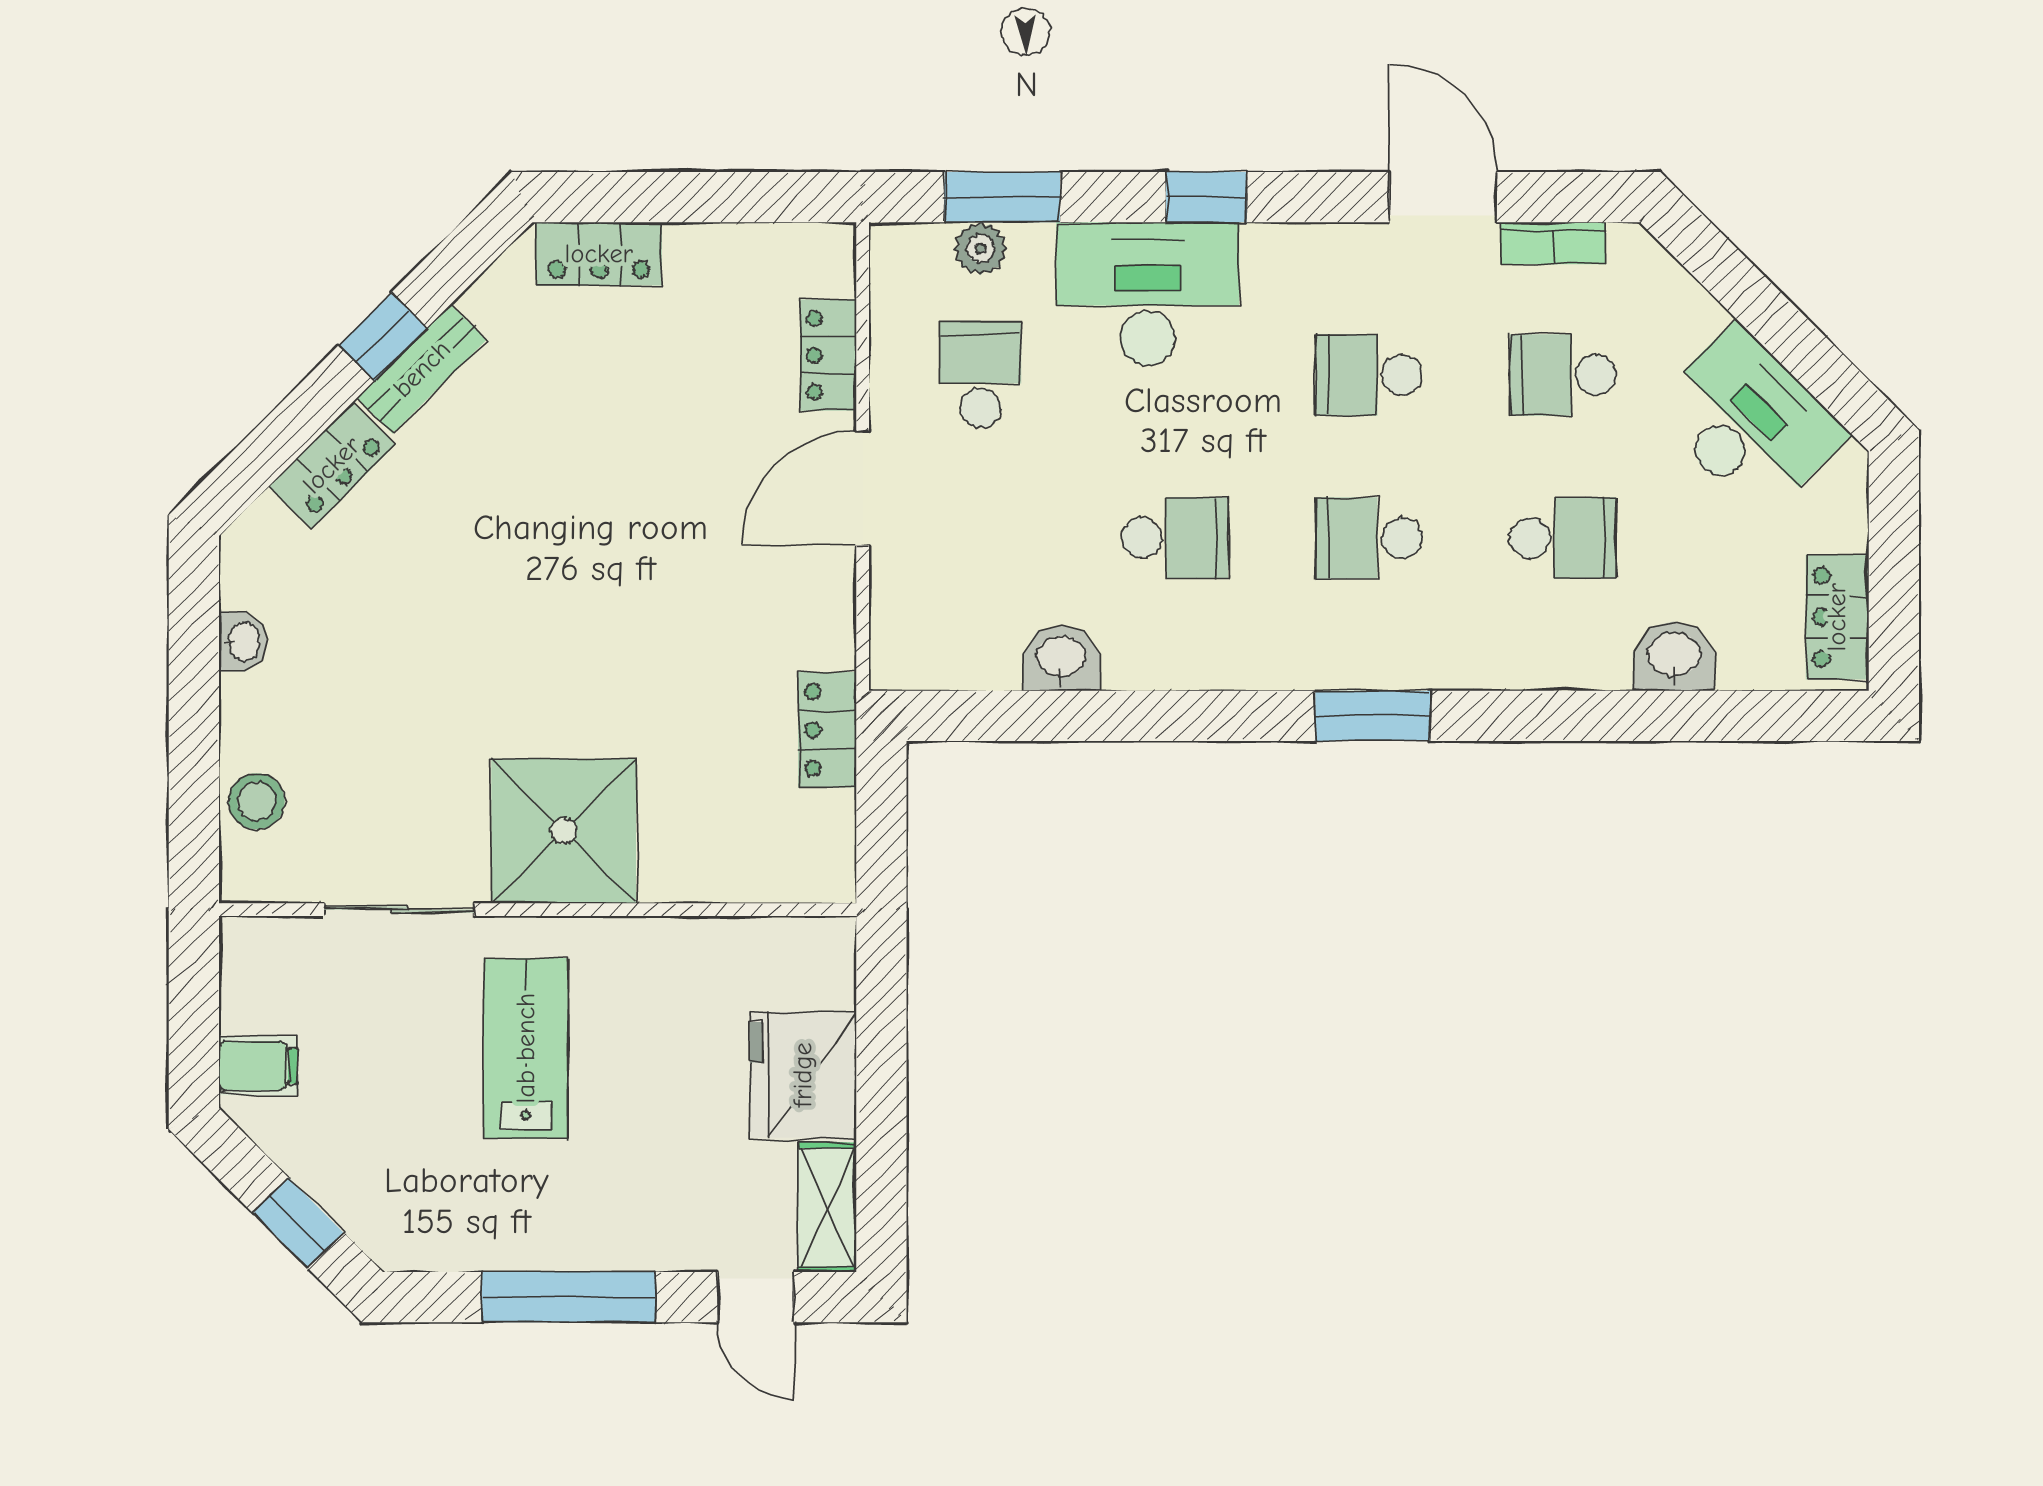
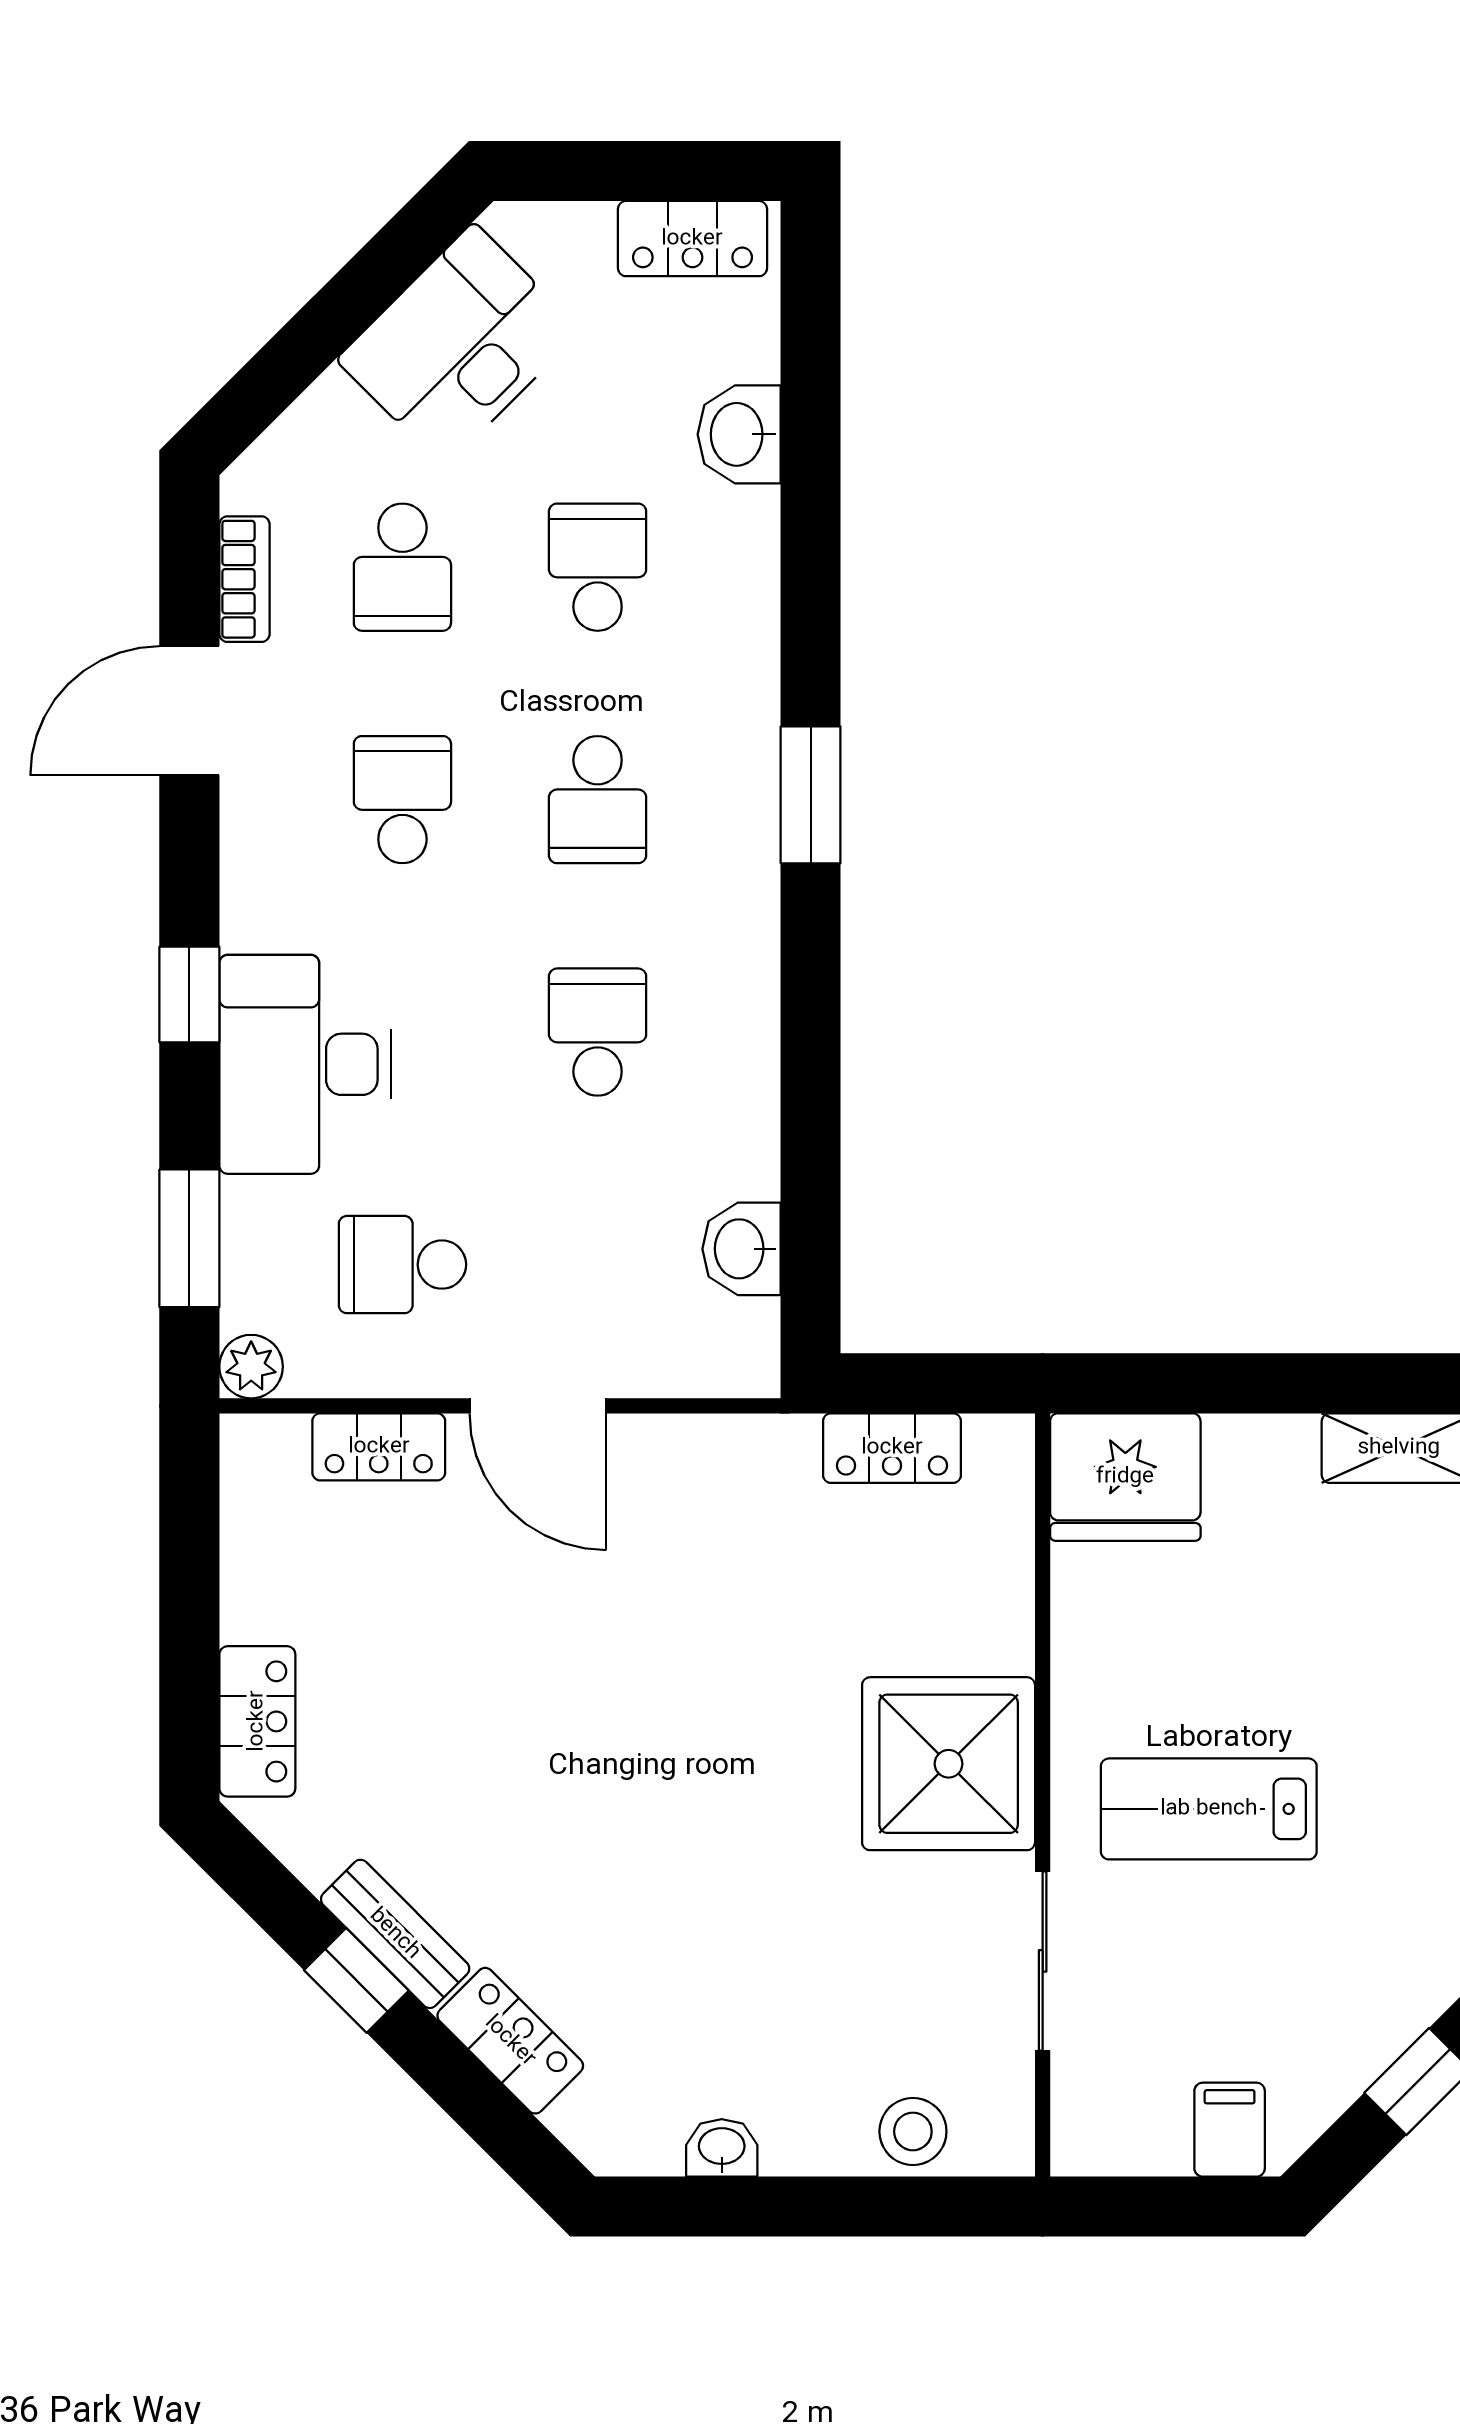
plant: (980, 249) -> (251, 1367), moved
school desk: (1369, 375) -> (402, 800), turned 180
washbasin: (1061, 658) -> (742, 1249), moved
locker: (827, 730) -> (892, 1448), moved
fridge: (803, 1075) -> (1125, 1477), moved

